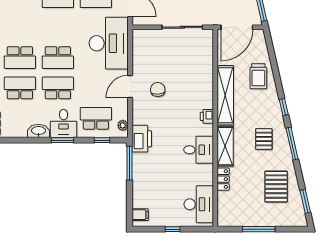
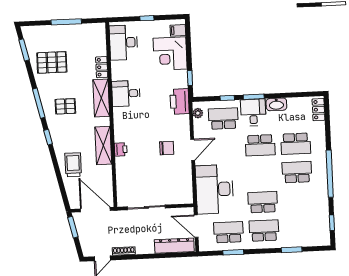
door: (237, 27) -> (95, 210), hinge flipped
school desk: (58, 58) -> (263, 202), moved
chair: (158, 90) -> (167, 148), turned -85
shelving: (225, 95) -> (103, 146), width x0.68
printer: (207, 116) -> (121, 149), moved
school desk: (96, 118) -> (223, 119), turned 180
pallet: (264, 139) -> (65, 106), turned 90
window: (102, 140) -> (227, 98), moved
window: (129, 163) -> (190, 78), width x0.46
pallet: (276, 187) -> (52, 62), turned 90
corner desk: (149, 190) -> (170, 54), added

